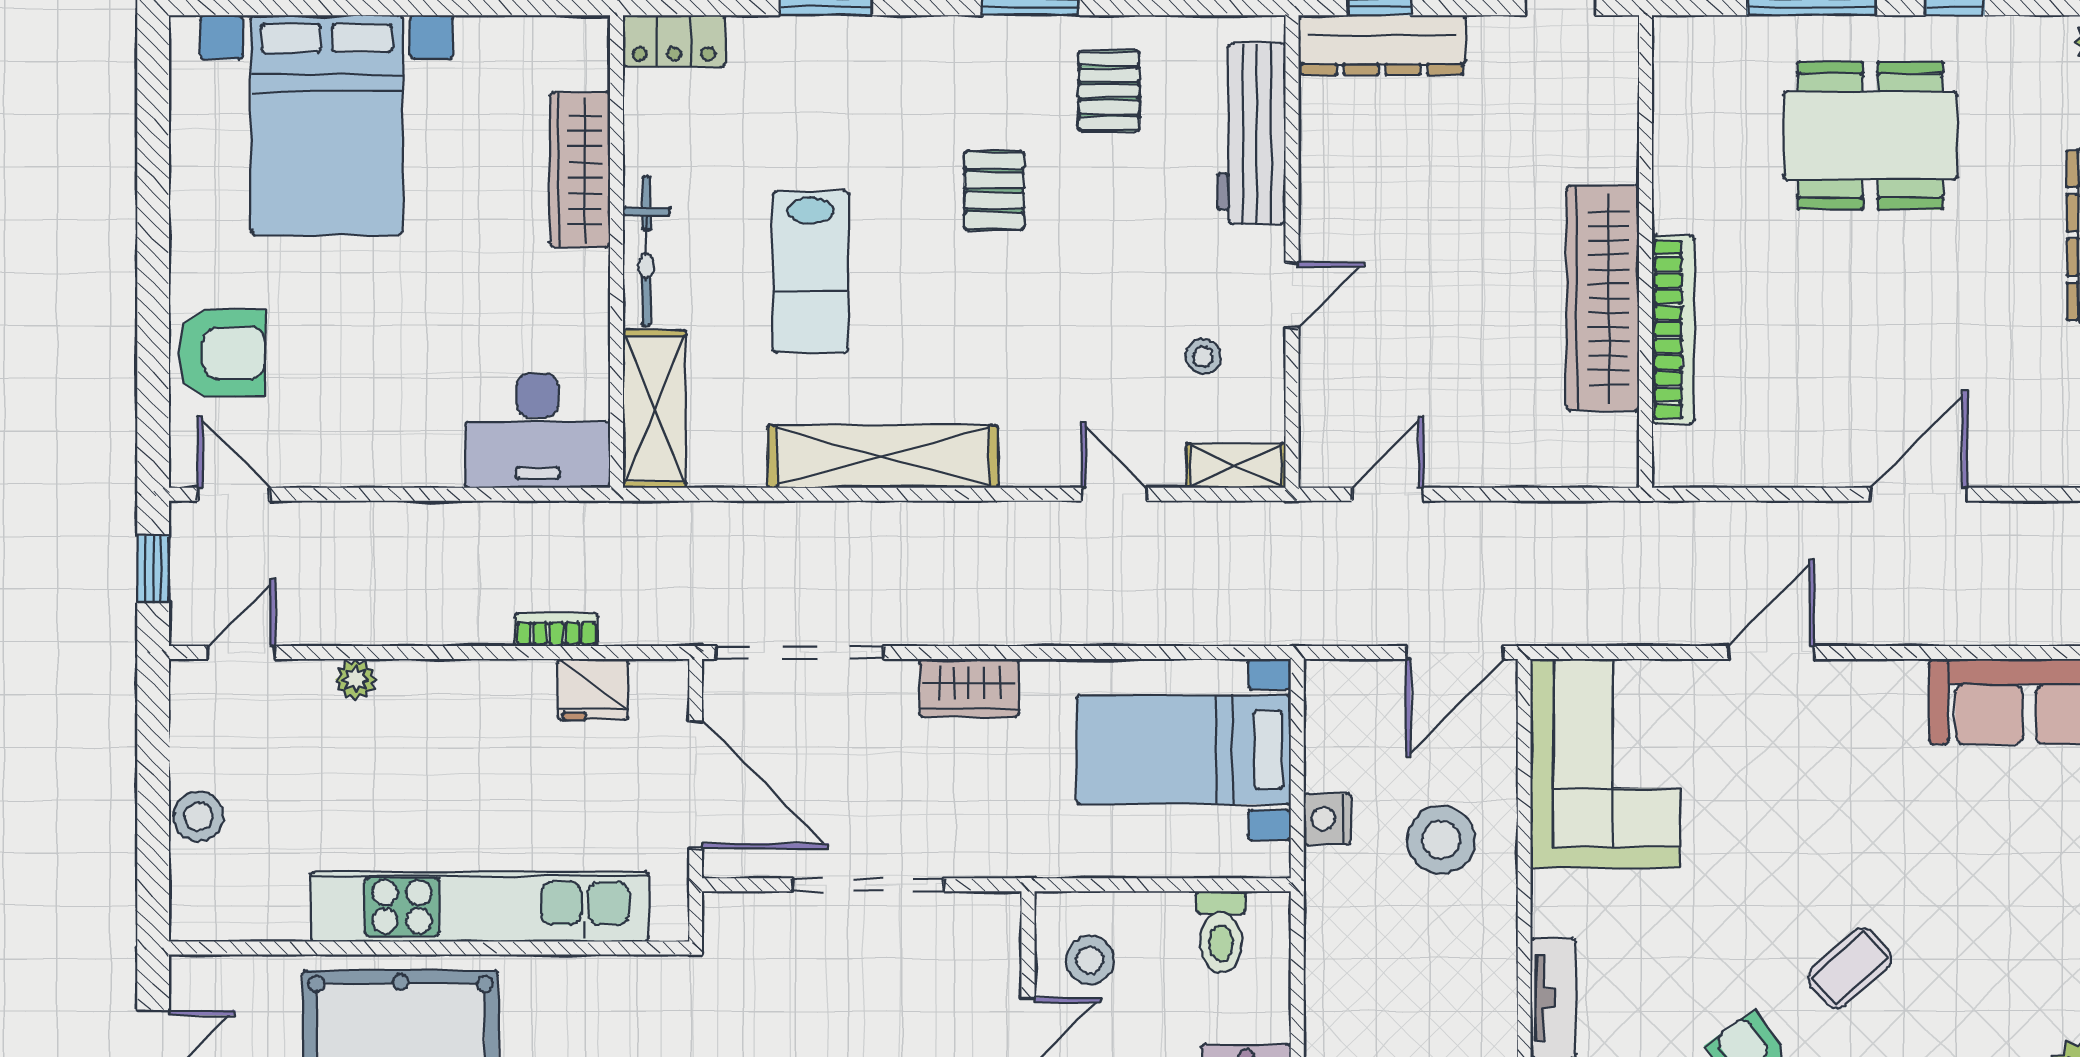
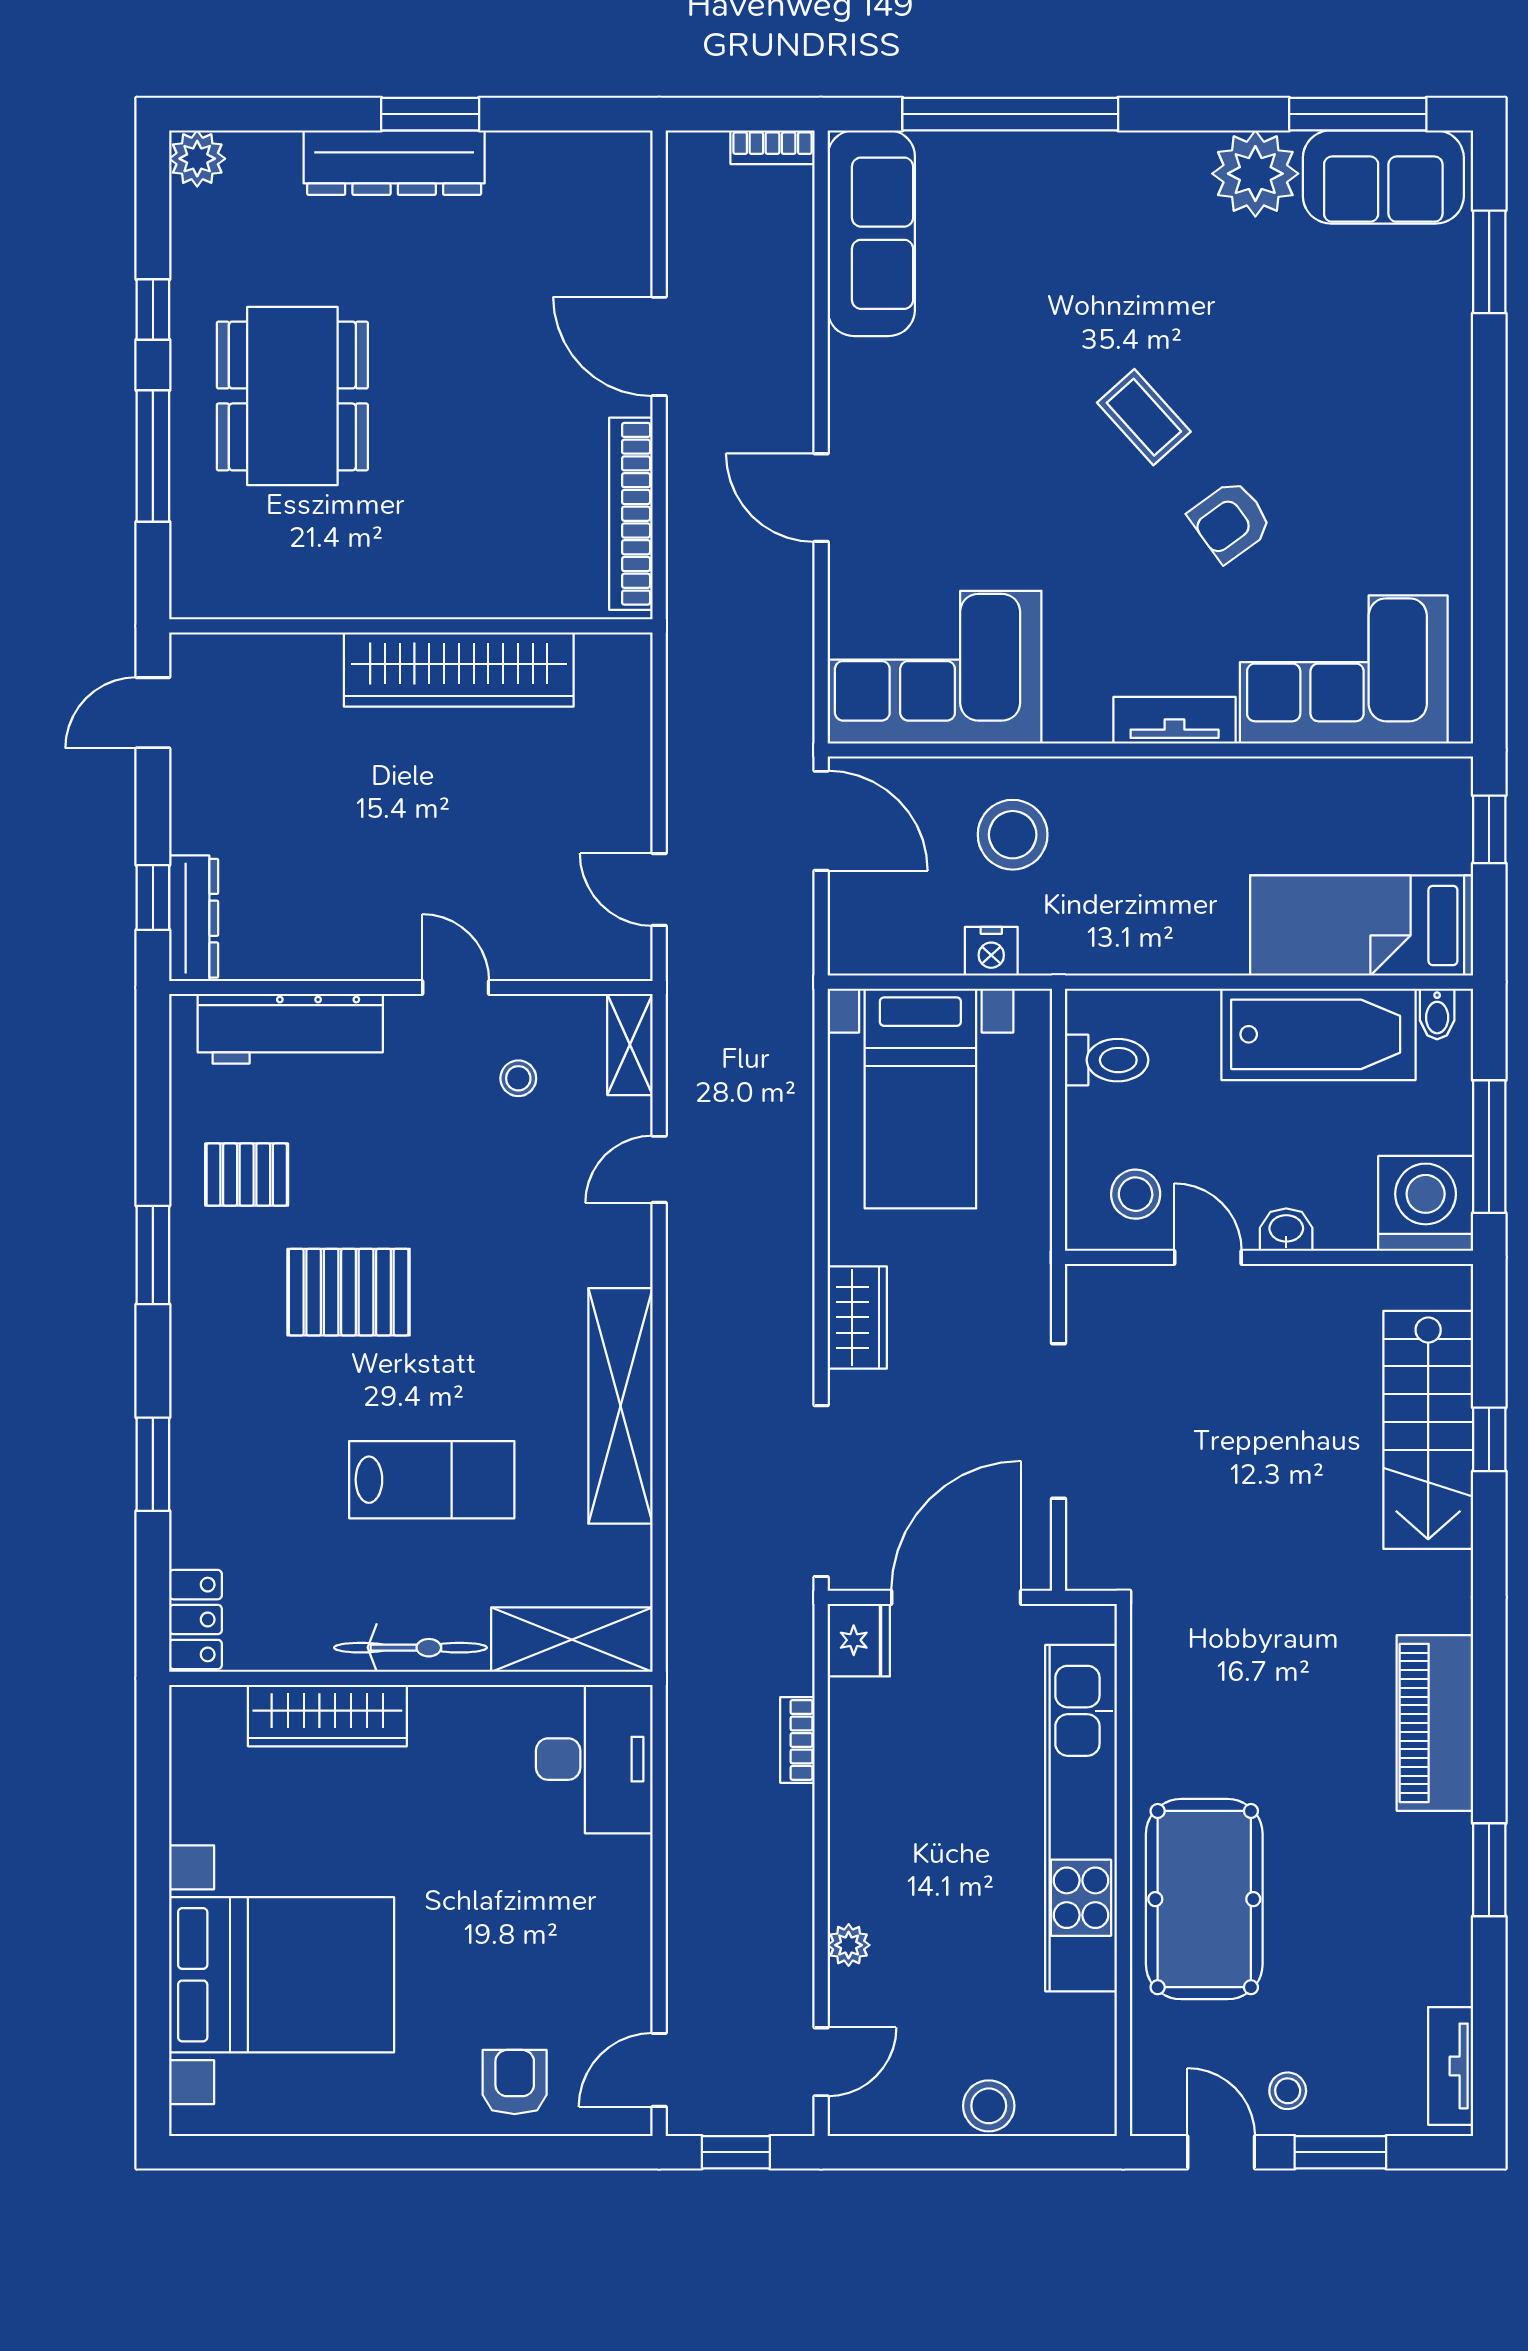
dresser: (1382, 45) -> (194, 918), width x0.73, depth x0.80
pallet: (994, 191) -> (349, 1292), width x1.50, depth x1.42
bookcase: (1673, 329) -> (631, 514), moved, turned -90
armchair: (222, 353) -> (515, 2082), width x0.72, depth x0.72
door: (242, 653) -> (821, 2062), swing flipped
fridge: (593, 689) -> (859, 1640), moved

